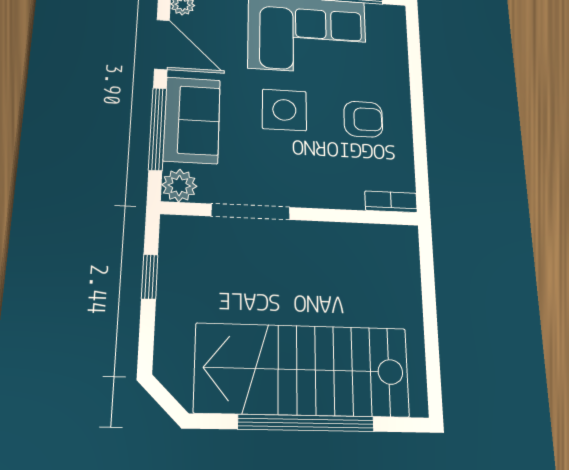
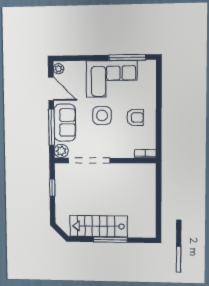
doorway: (251, 212) -> (89, 161), width x1.36
stairs: (302, 370) -> (99, 226), width x0.73, depth x0.66
window: (306, 423) -> (110, 240), width x0.68

